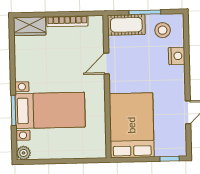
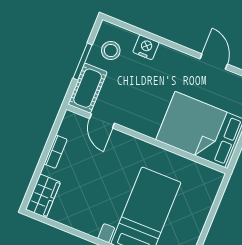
bookcase: (67, 21) -> (56, 152), width x0.64
door: (106, 64) -> (102, 121), moved

